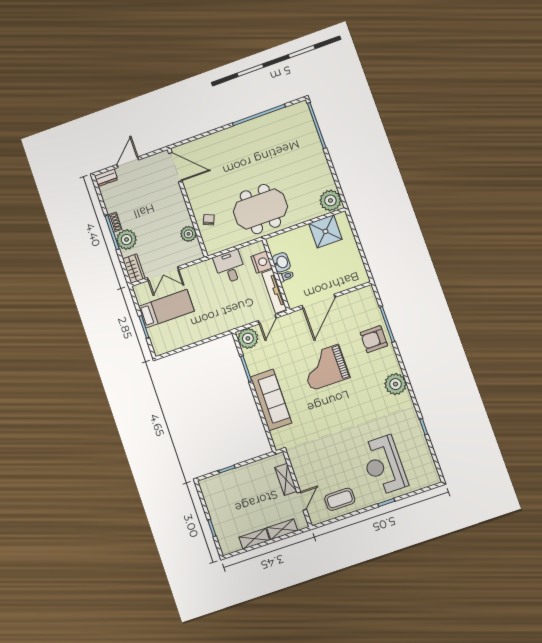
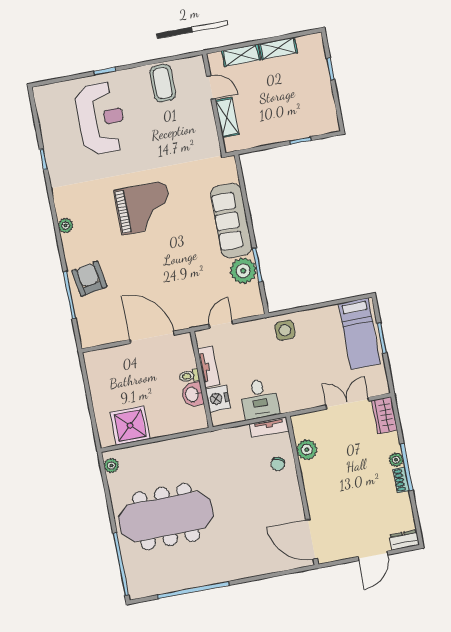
plant: (330, 200) -> (111, 466), width x0.53, depth x0.53
meeting table: (260, 209) -> (166, 517), moved, width x1.36
plant: (126, 240) -> (396, 460), width x0.53, depth x0.53
tv unit: (219, 246) -> (269, 427), added
tv unit: (274, 291) -> (209, 367), width x0.71
door: (319, 301) -> (152, 337), hinge flipped
bed: (166, 309) -> (359, 334), moved, turned -90
side table: (218, 322) -> (285, 330), added
plant: (248, 338) -> (243, 271), moved
armchair: (374, 339) -> (89, 279), turned -100
grand piano: (325, 367) -> (144, 208), moved
plant: (395, 384) -> (66, 226), width x0.53, depth x0.53
coffee table: (340, 499) -> (163, 83), turned 90
door: (302, 501) -> (211, 87), swing flipped

